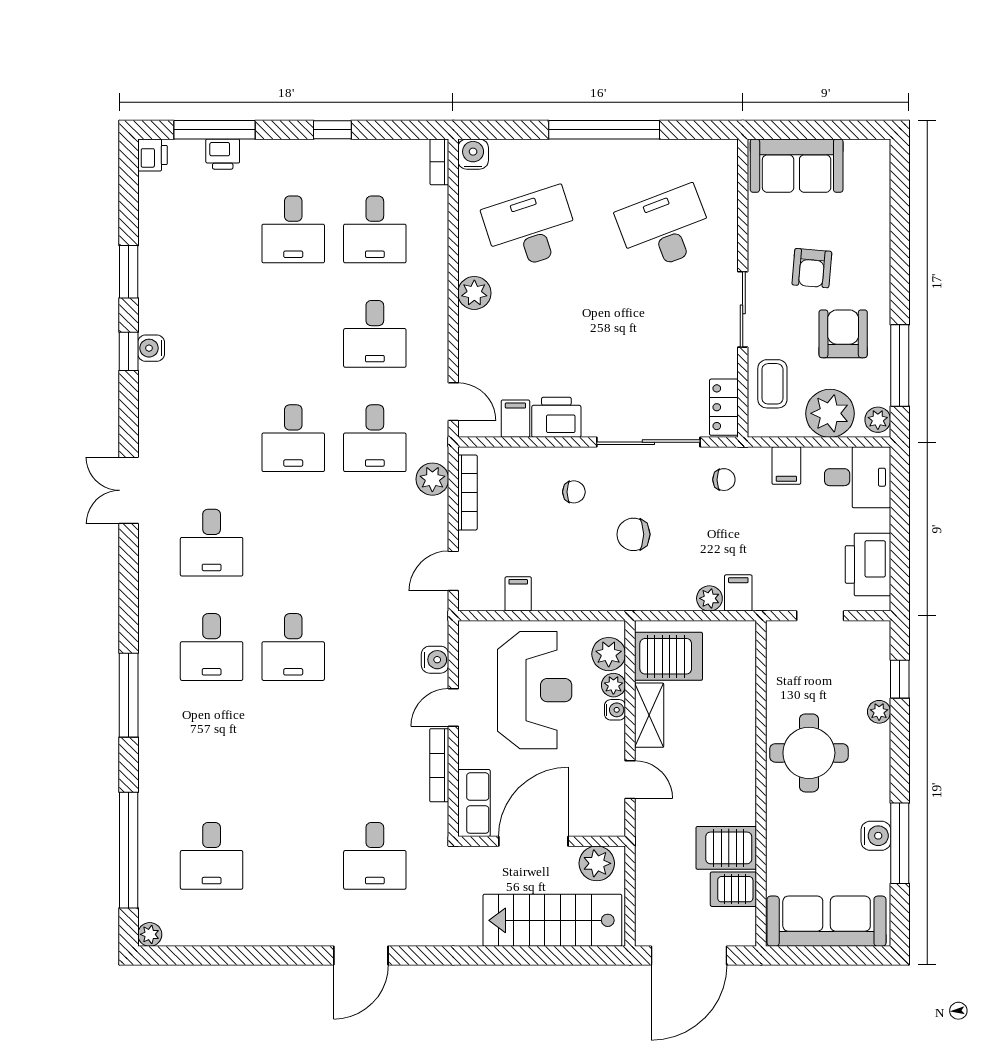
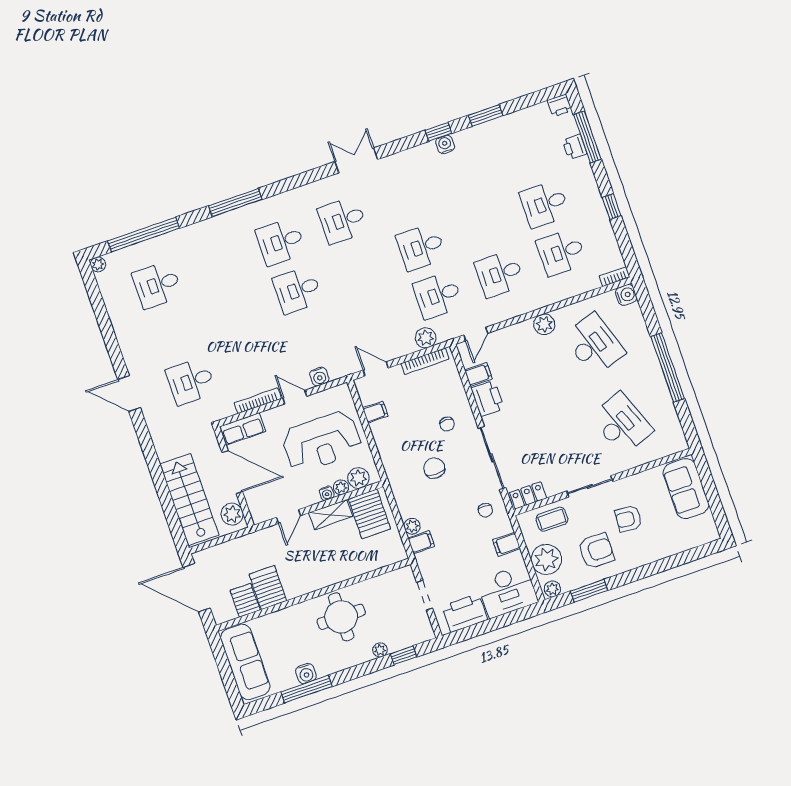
window: (900, 365) -> (589, 591), width x0.69
desk: (858, 477) -> (507, 591), width x1.37

